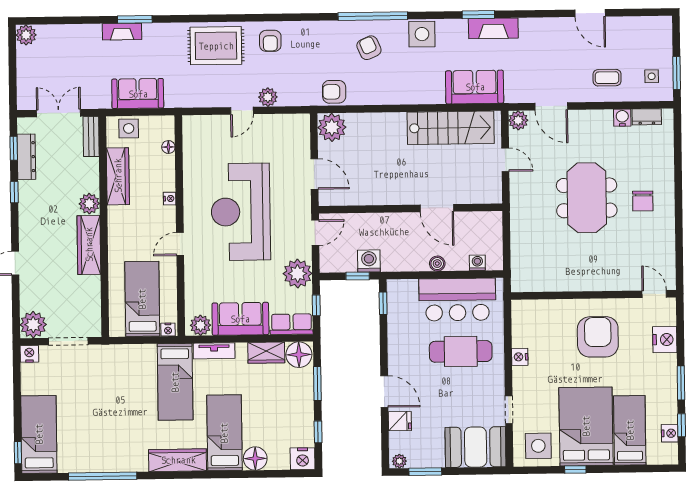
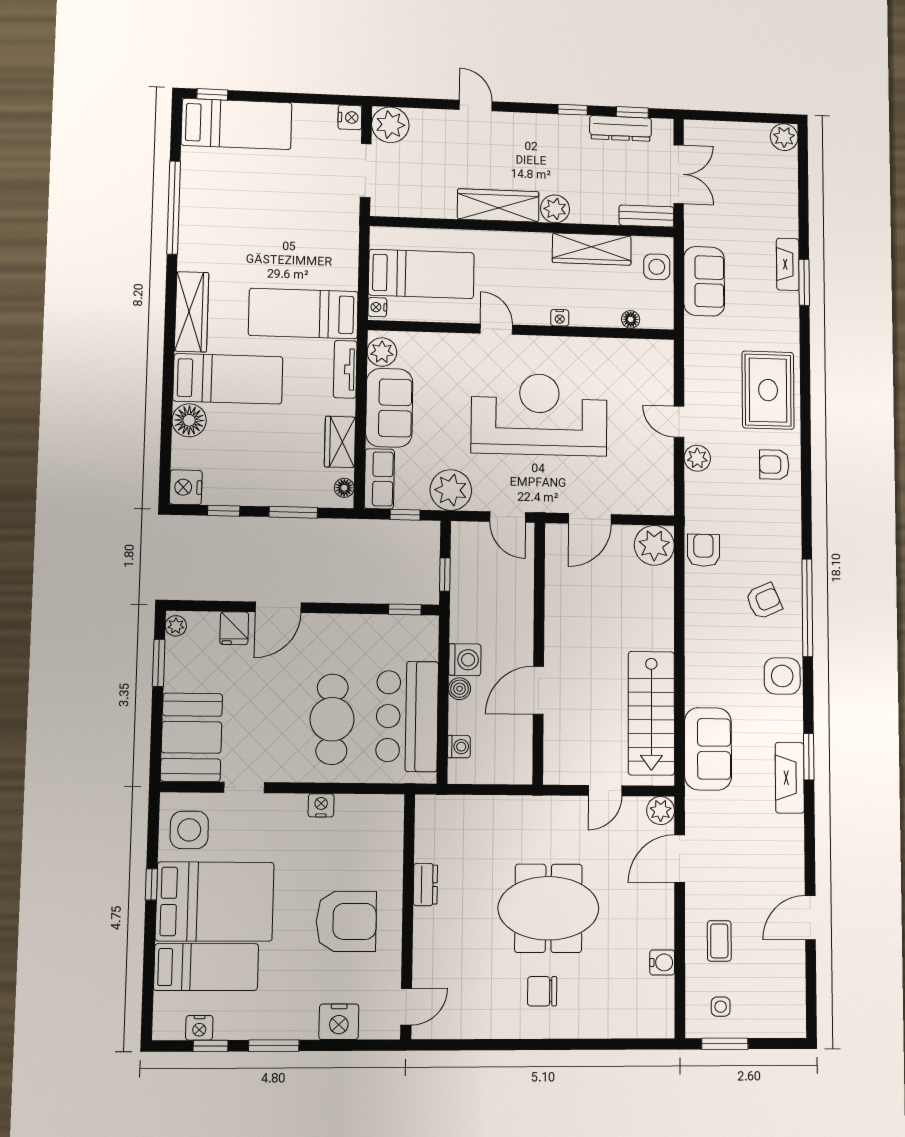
dresser: (647, 117) -> (425, 885), moved, turned 180
washing machine: (369, 261) -> (465, 660), moved
floor lamp: (299, 355) -> (344, 488), width x0.53, depth x0.53

